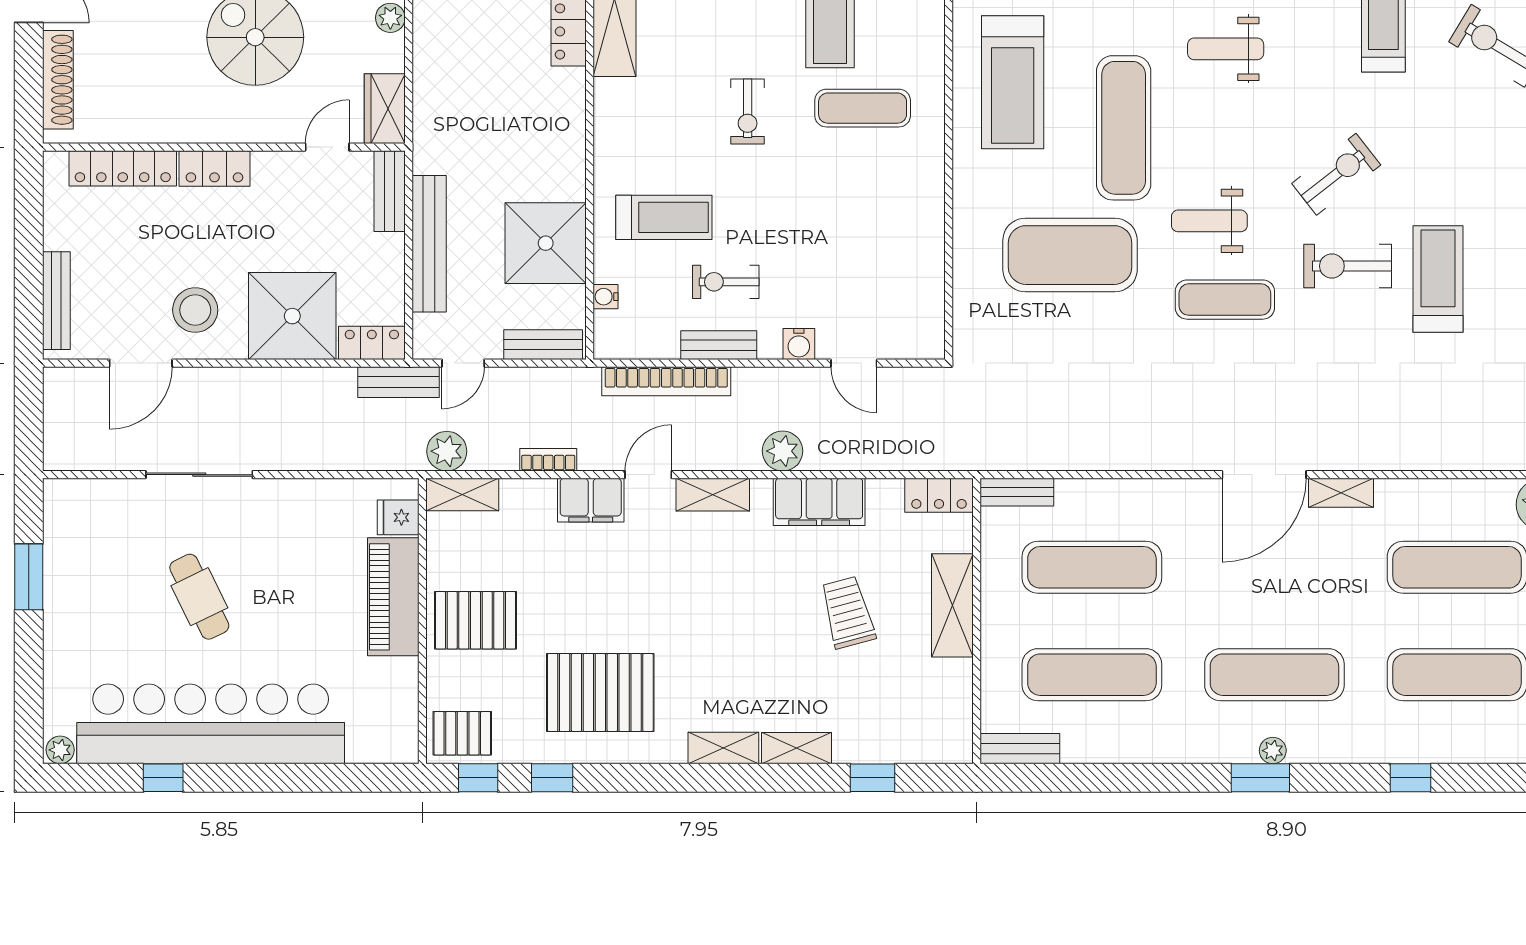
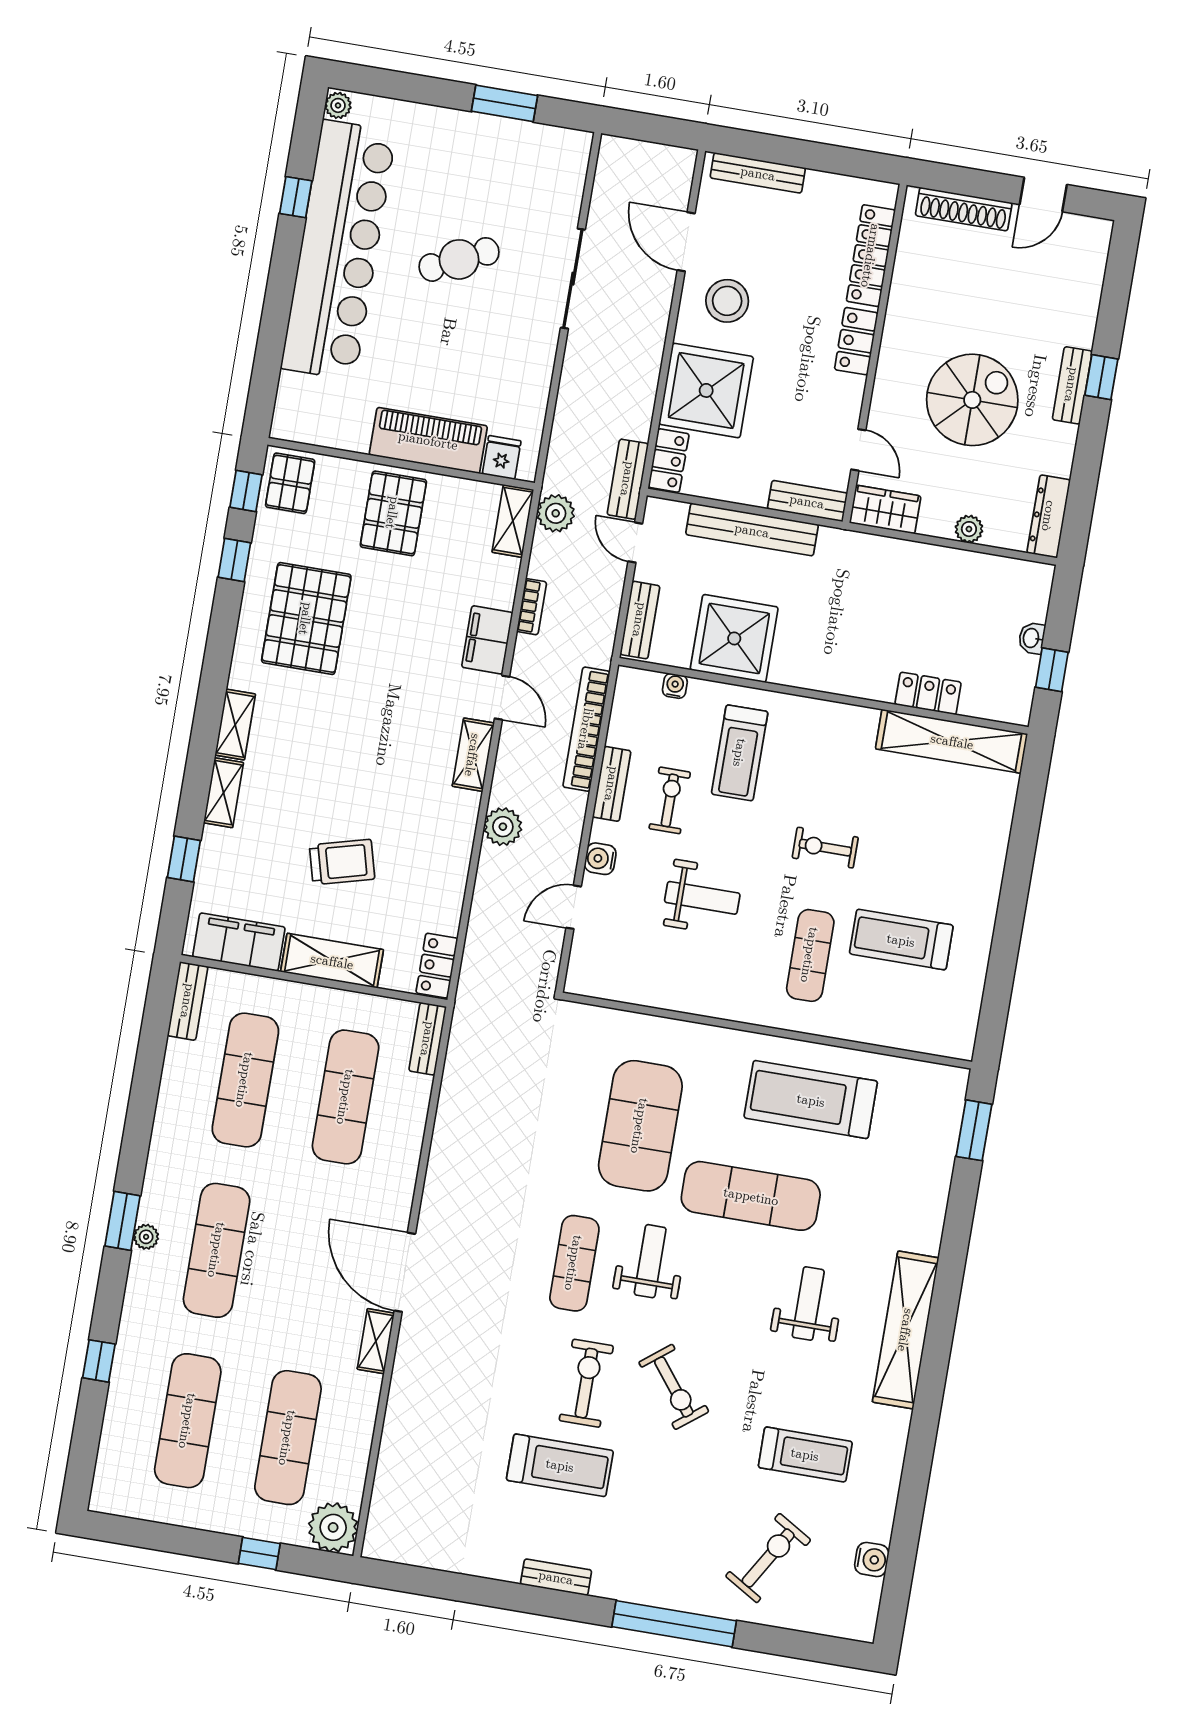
weight bench: (822, 231) -> (702, 898), added
filing cabinet: (819, 502) -> (239, 942), moved, turned 90

